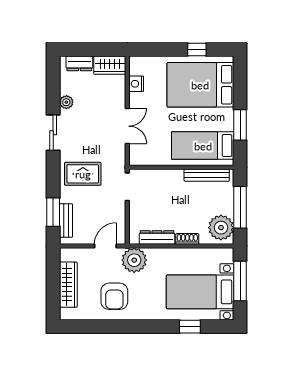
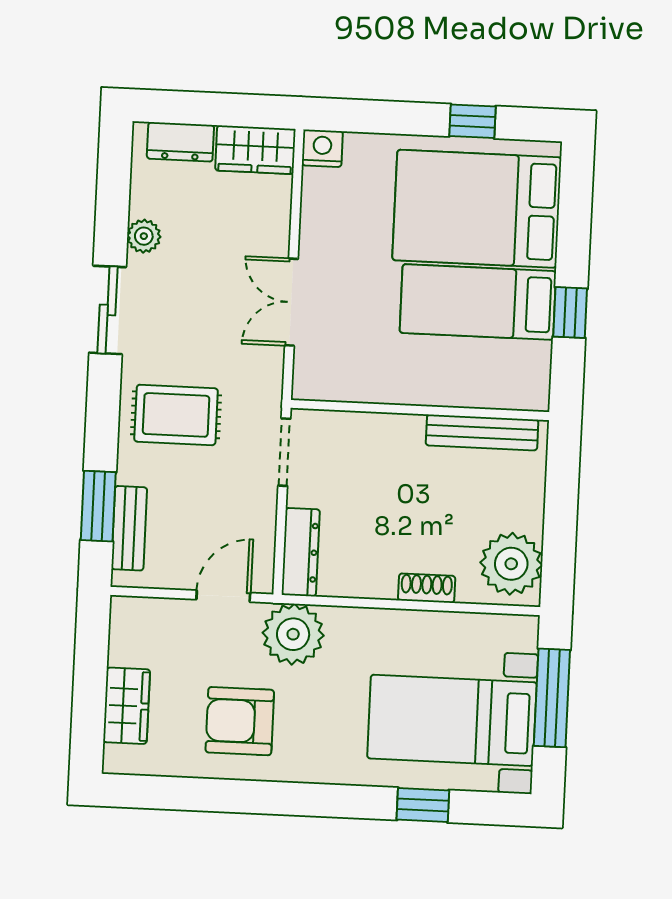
nightstand: (136, 84) -> (322, 148), moved, turned 90
window: (240, 125) -> (570, 313), width x0.67
double door: (127, 126) -> (291, 302), swing flipped
bed: (203, 146) -> (478, 302), moved
window: (240, 207) -> (561, 516), removed
dresser: (157, 238) -> (301, 552), moved, turned 90
wardrobe: (68, 285) -> (127, 706), width x0.67
armchair: (114, 296) -> (240, 721), turned 90

